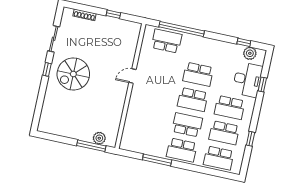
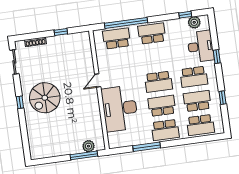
sliding door: (54, 39) -> (14, 62), moved
school desk: (198, 74) -> (152, 34), moved, turned 180
window: (262, 84) -> (217, 57), moved
desk: (144, 112) -> (120, 108), added
school desk: (224, 133) -> (197, 101), turned 180

